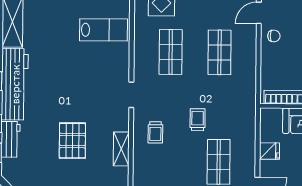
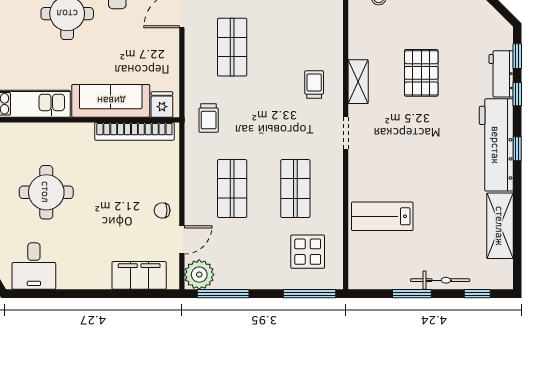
trolley: (198, 120) -> (209, 118), moved
shelving: (121, 149) -> (358, 82), moved
fridge: (269, 151) -> (162, 105), moved, turned 90

